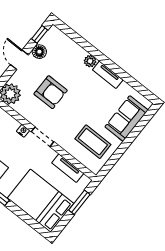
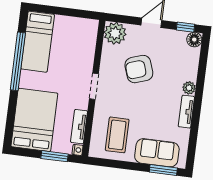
floor lamp: (39, 52) -> (194, 40), moved
armchair: (51, 92) -> (139, 69), turned 71
window: (143, 122) -> (163, 170), added
nightstand: (23, 131) -> (78, 150), moved

